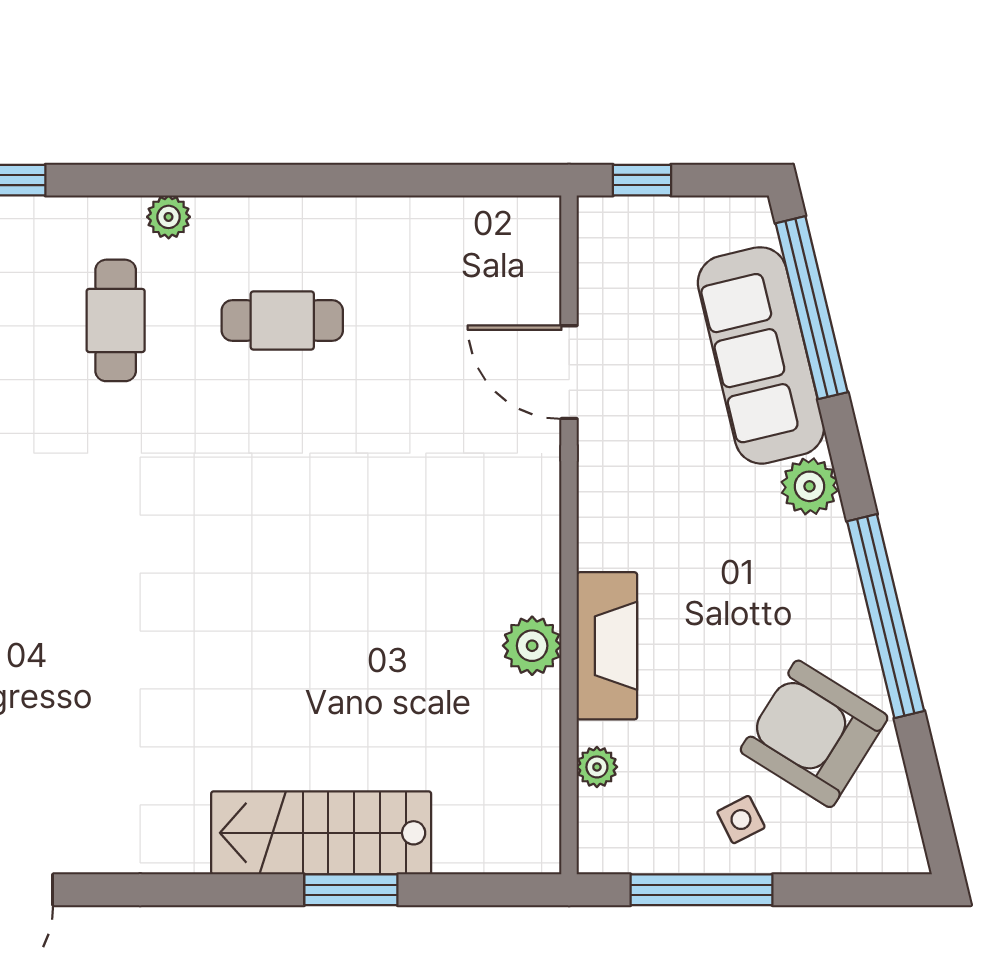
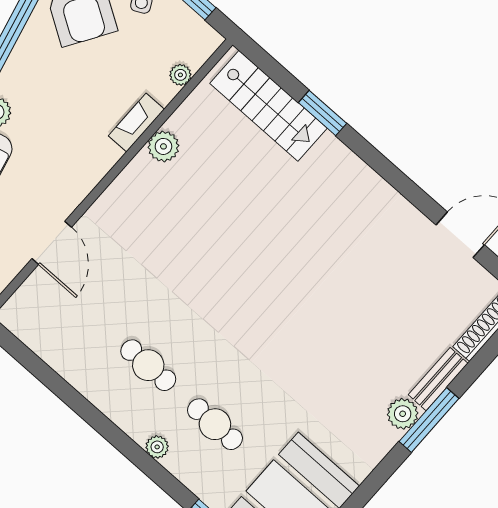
cafe table: (116, 320) -> (215, 424), turned 90
fireplace: (607, 646) -> (136, 122), width x0.73, depth x0.76
stairs: (321, 833) -> (268, 106), moved

